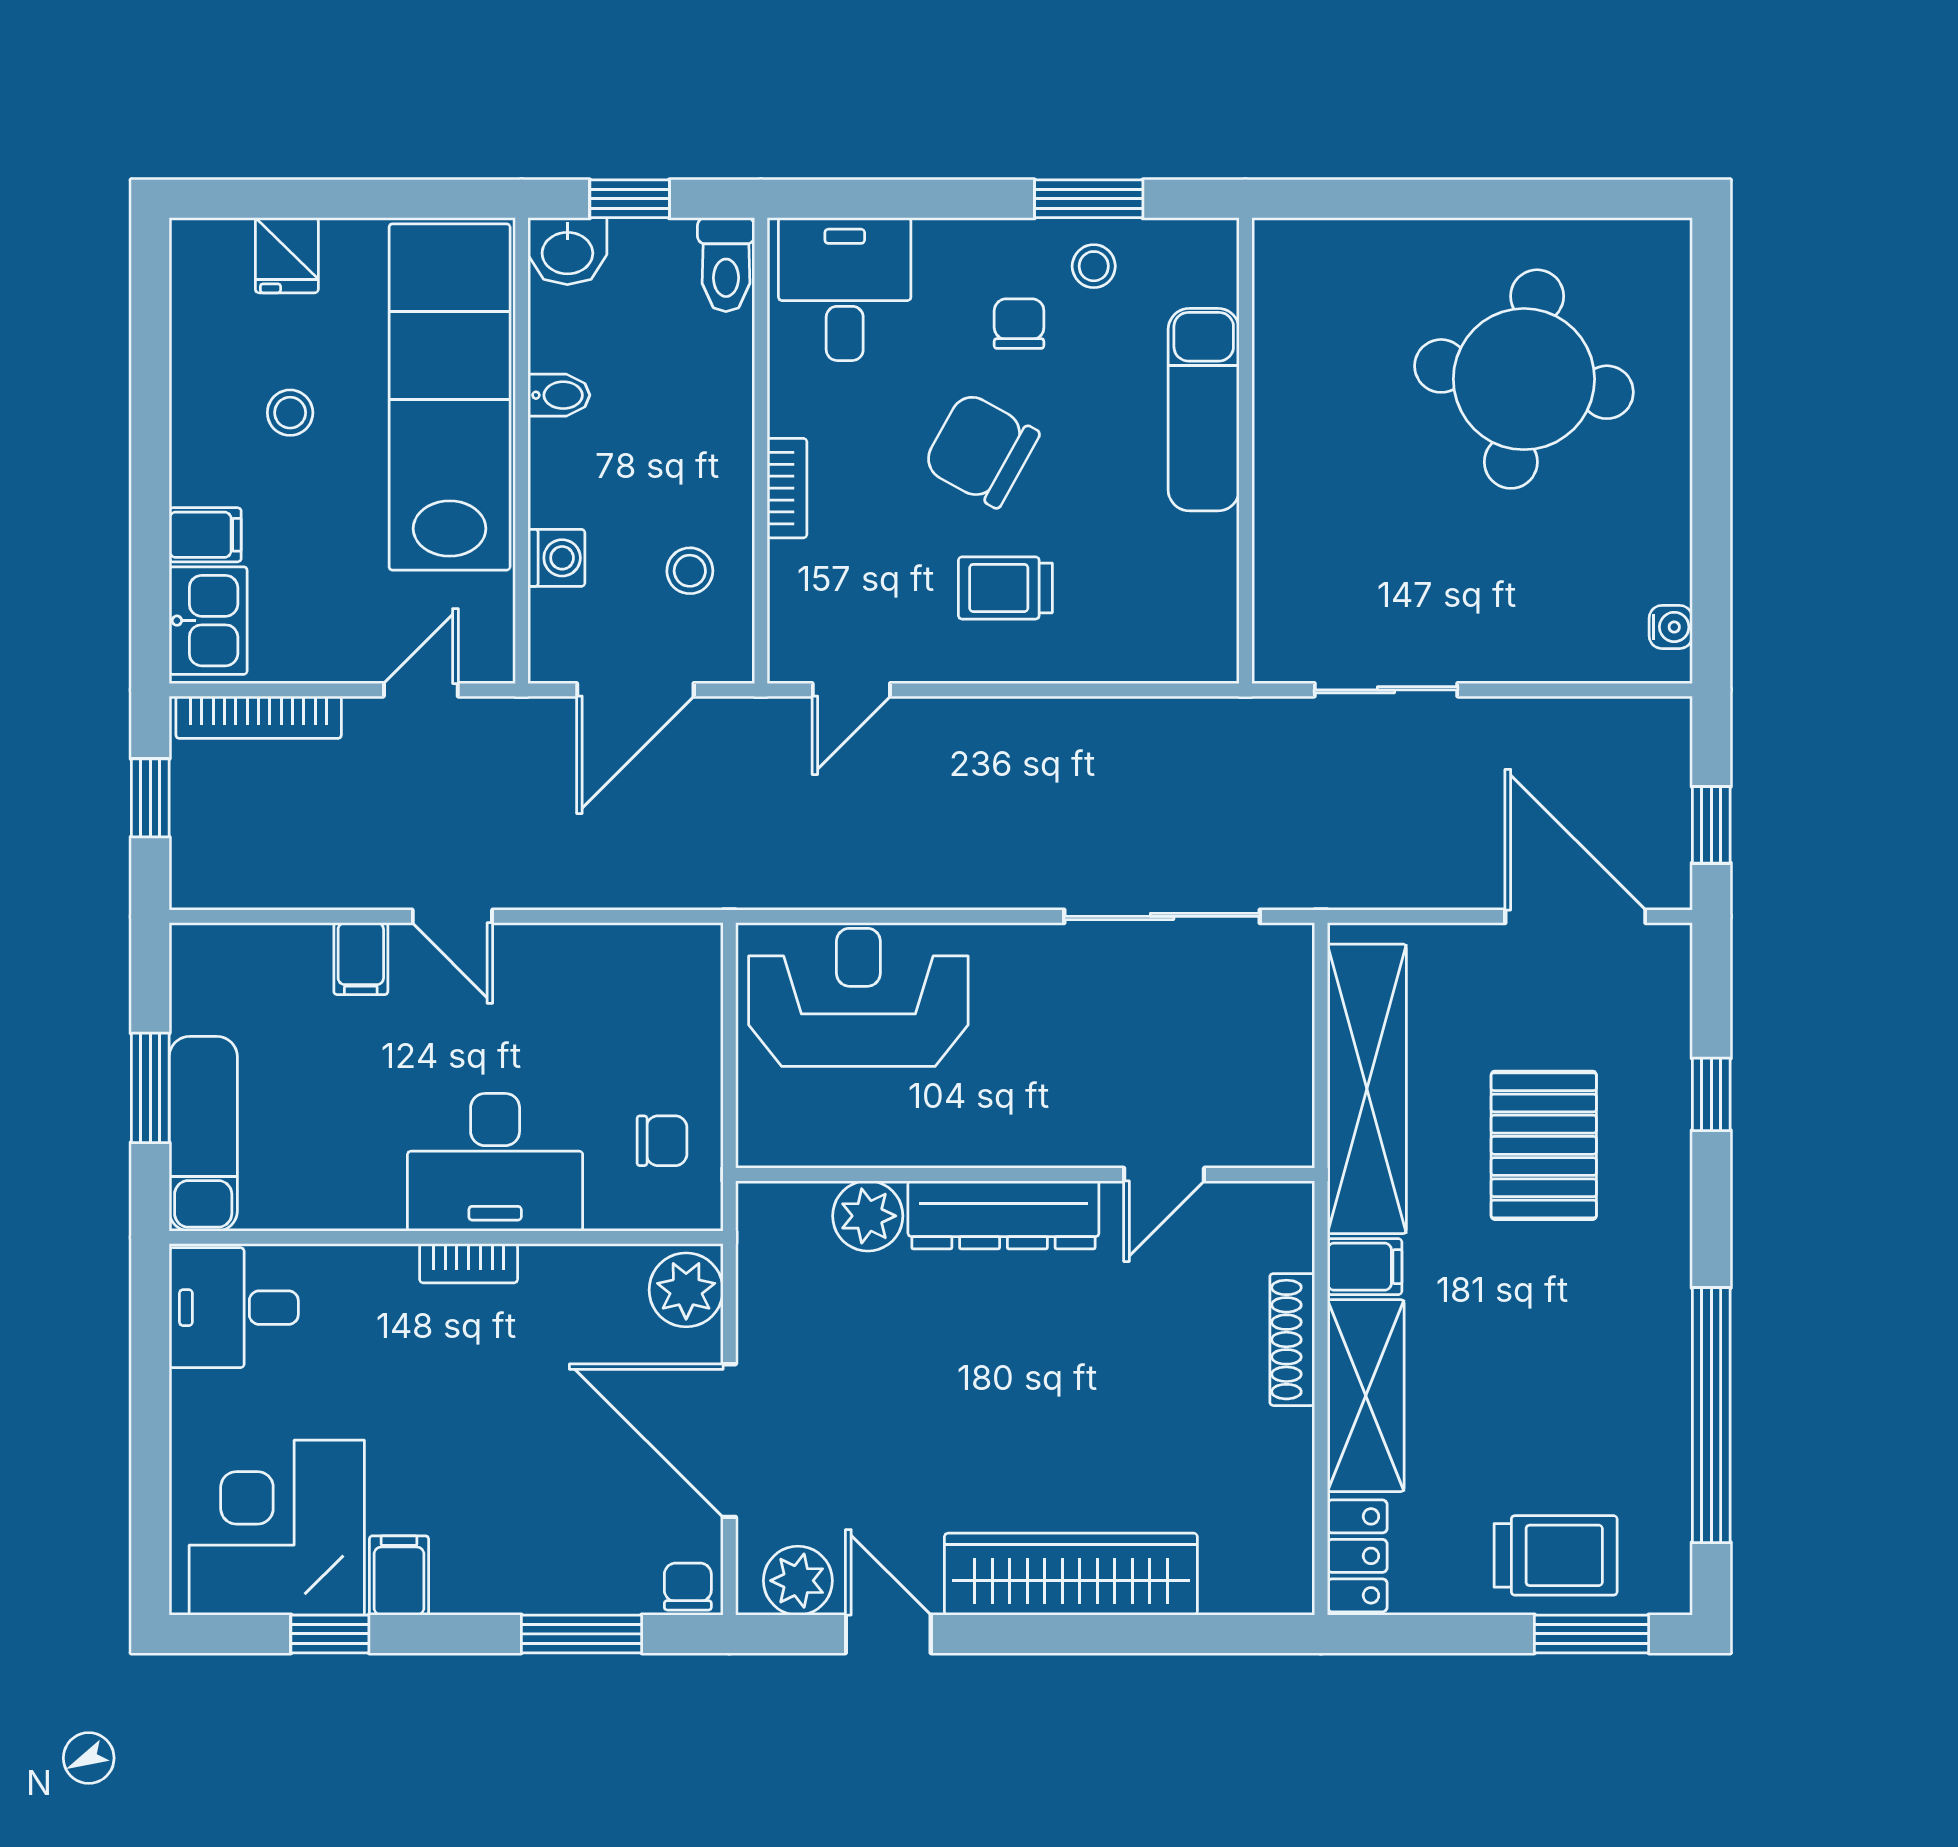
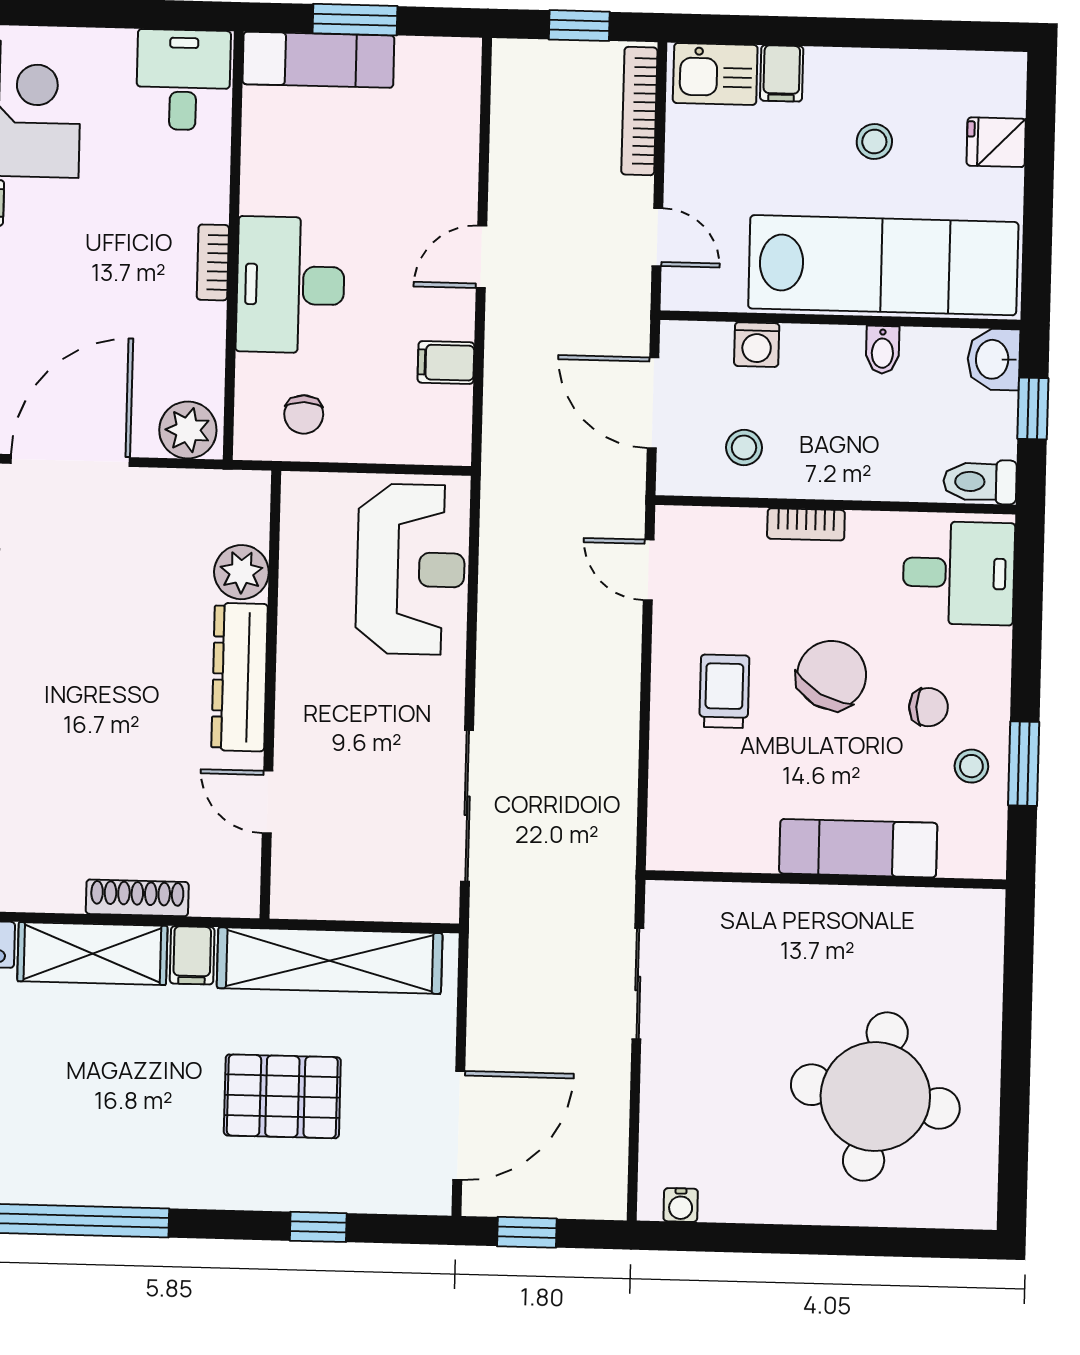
filing cabinet: (361, 959) -> (446, 362), moved

